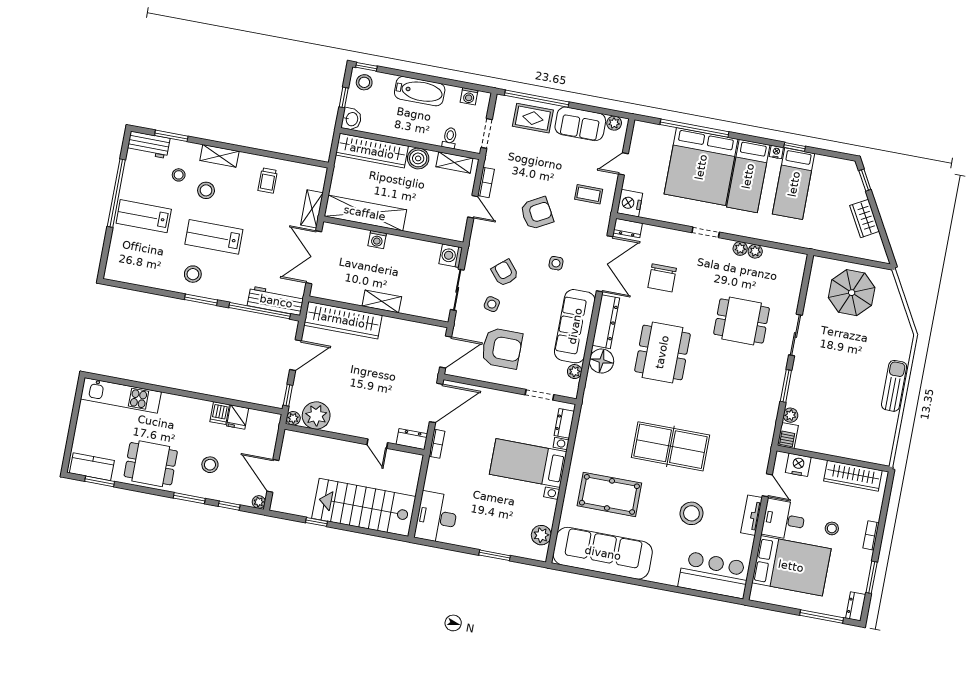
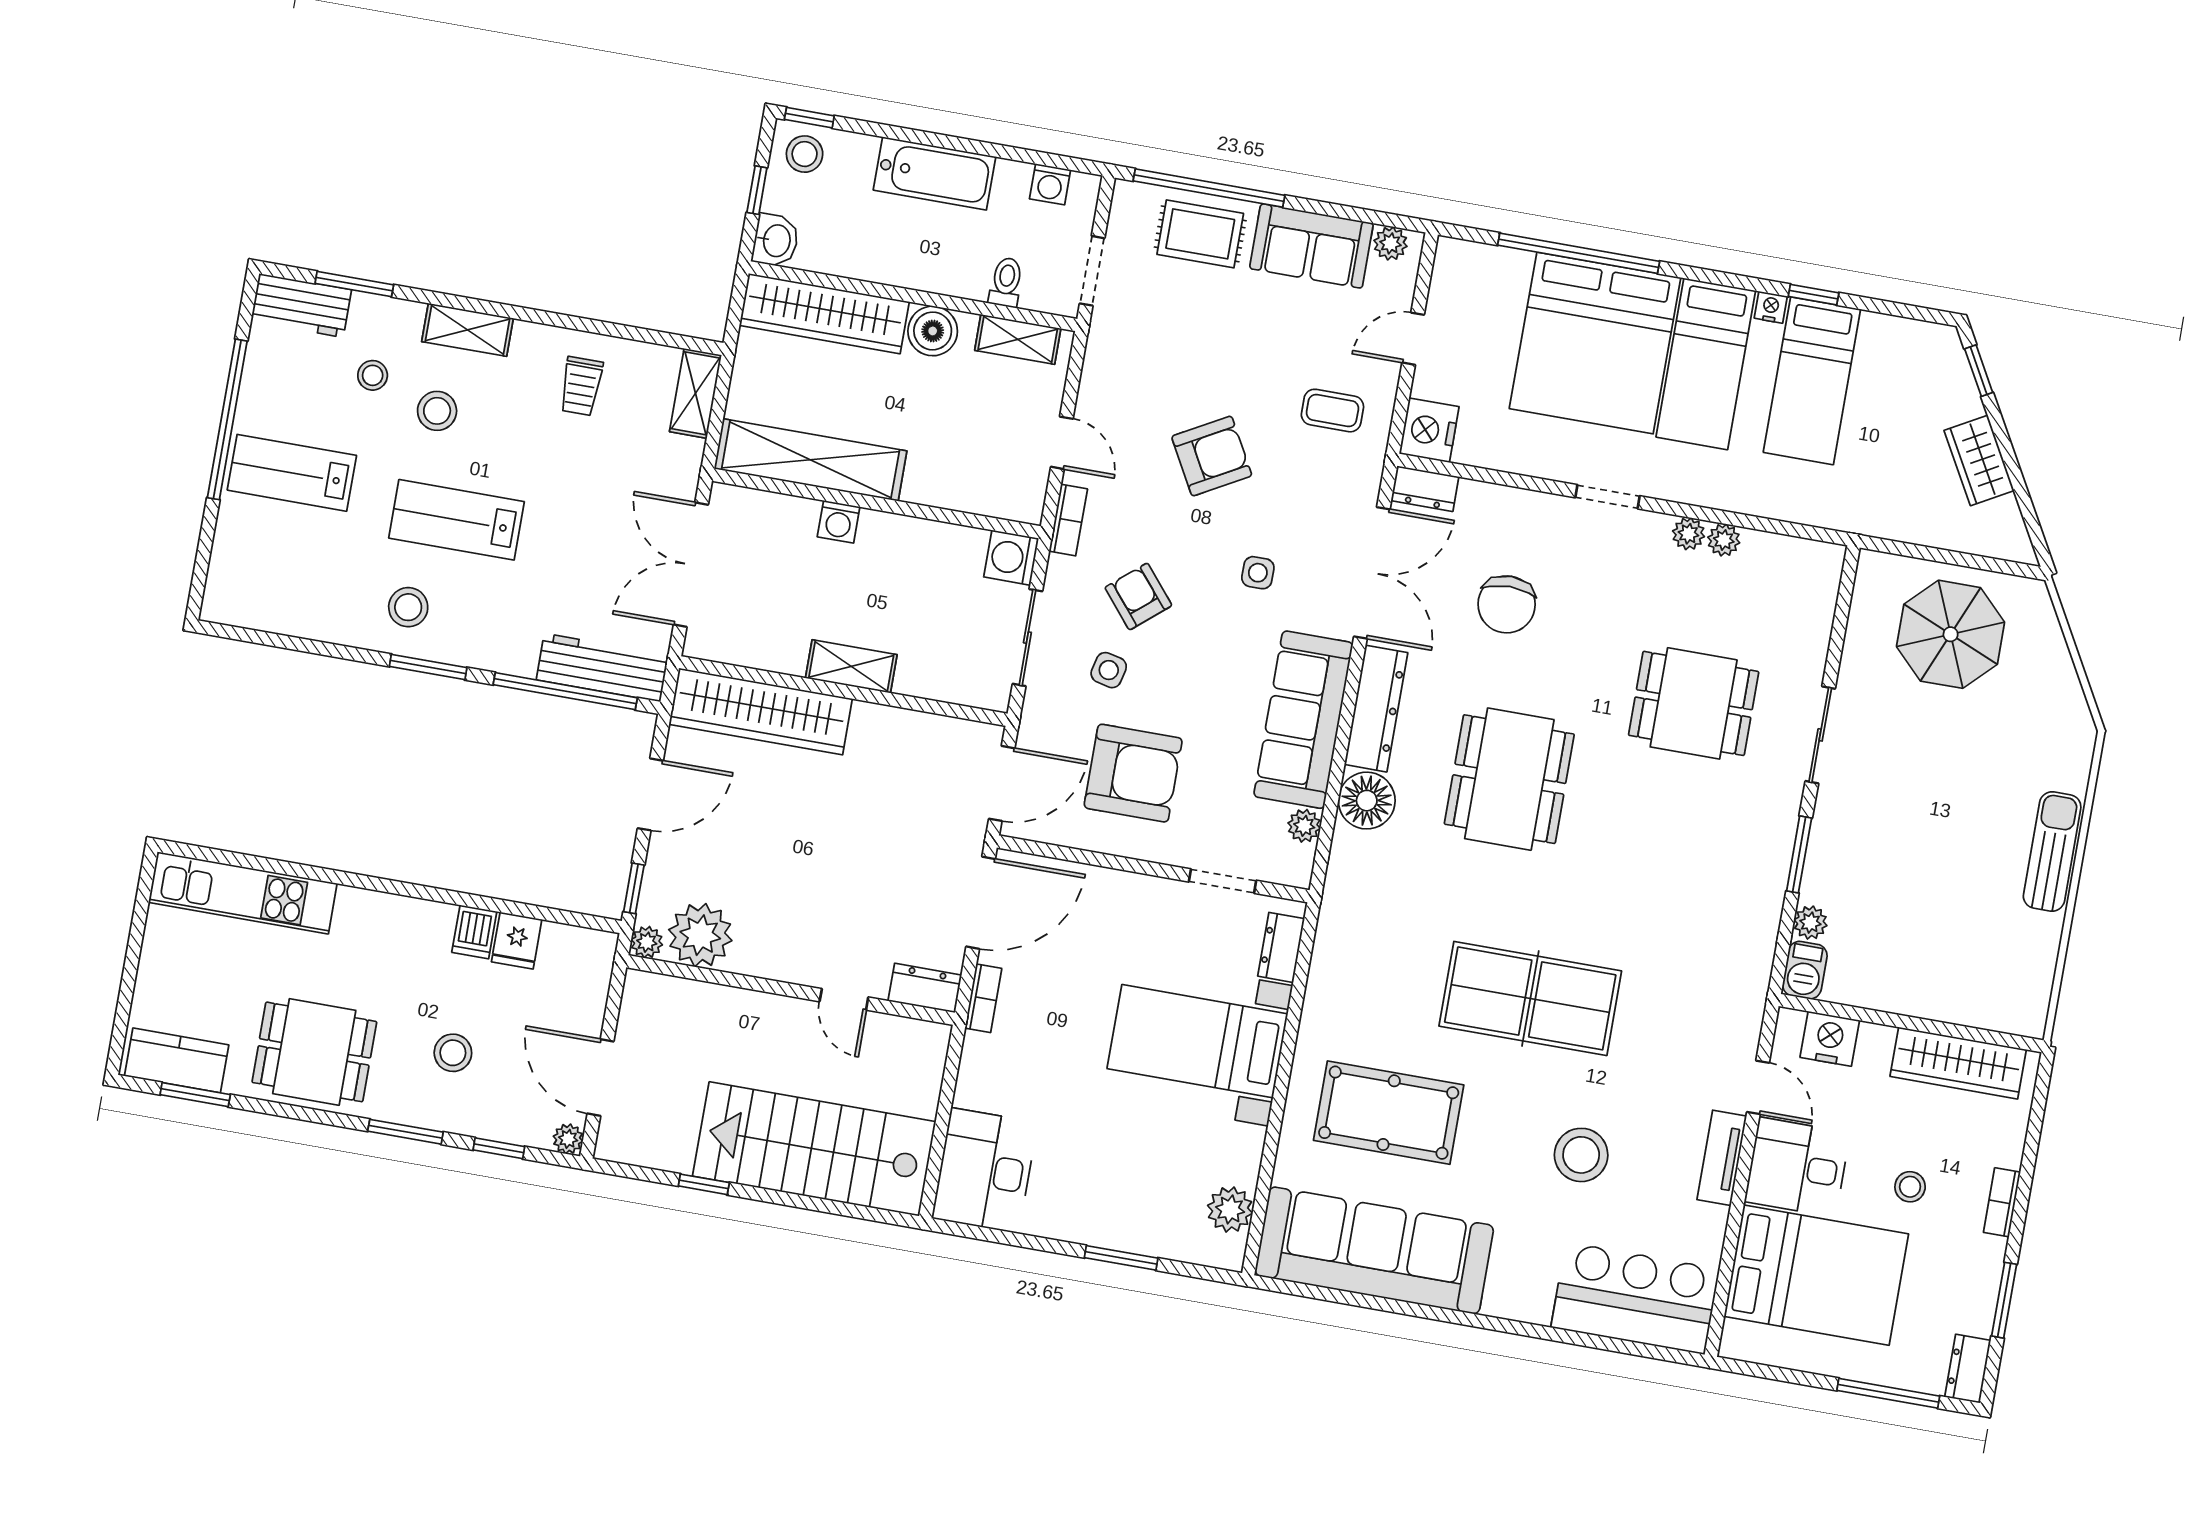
bookcase: (486, 182) -> (1068, 520), moved
shelving: (312, 209) -> (696, 393), moved

